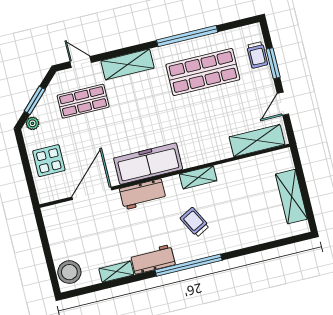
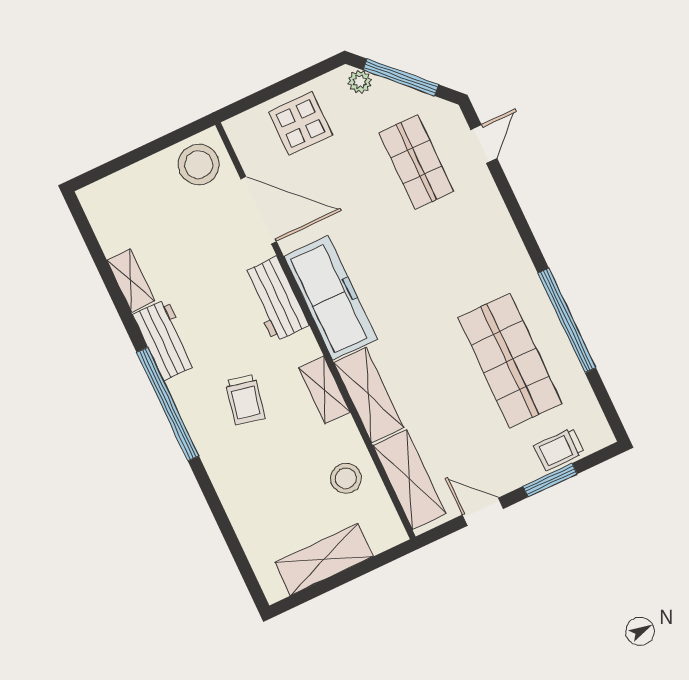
shelving: (128, 64) -> (369, 395), moved
window: (35, 100) -> (401, 77), width x1.44
stool: (249, 175) -> (346, 478), added
trolley: (195, 222) -> (245, 400), turned 130
stool: (69, 272) -> (199, 165), moved

